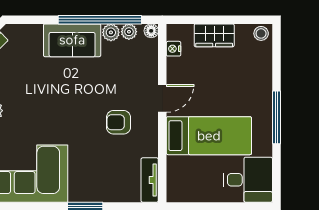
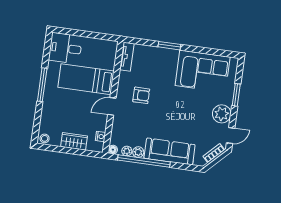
sofa: (72, 40) -> (170, 151), width x1.36

